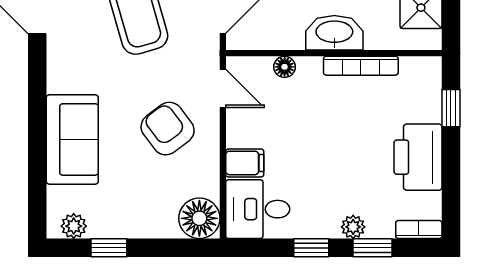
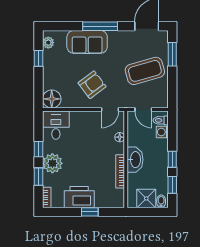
window: (451, 108) -> (90, 212), moved
window: (37, 110) -> (100, 26), added
filing cabinet: (245, 163) -> (77, 119), removed
plant: (353, 227) -> (52, 163), width x1.88, depth x1.88

